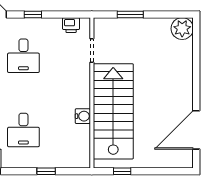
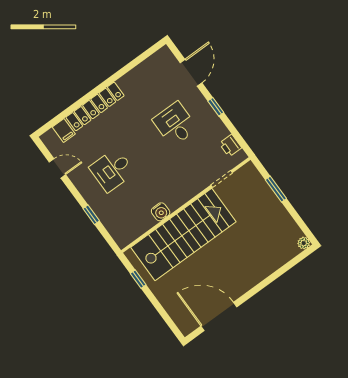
plant: (182, 29) -> (304, 243), width x0.53, depth x0.53
desk: (23, 56) -> (175, 124), turned 90

